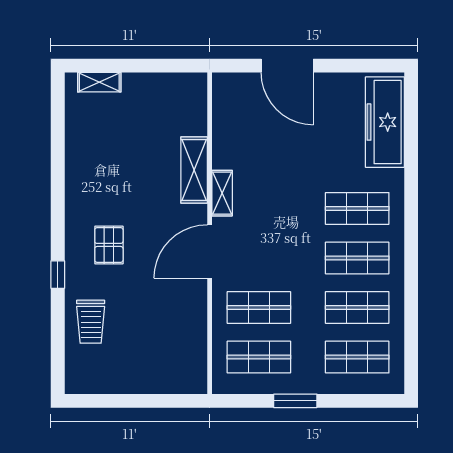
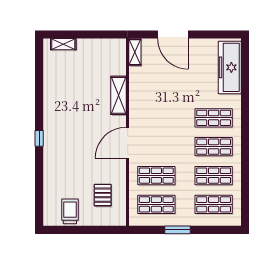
shelving: (222, 193) -> (135, 52), moved
pallet: (109, 245) -> (103, 195), moved
window: (58, 275) -> (39, 138), moved
trolley: (91, 322) -> (70, 211), moved, turned 180

